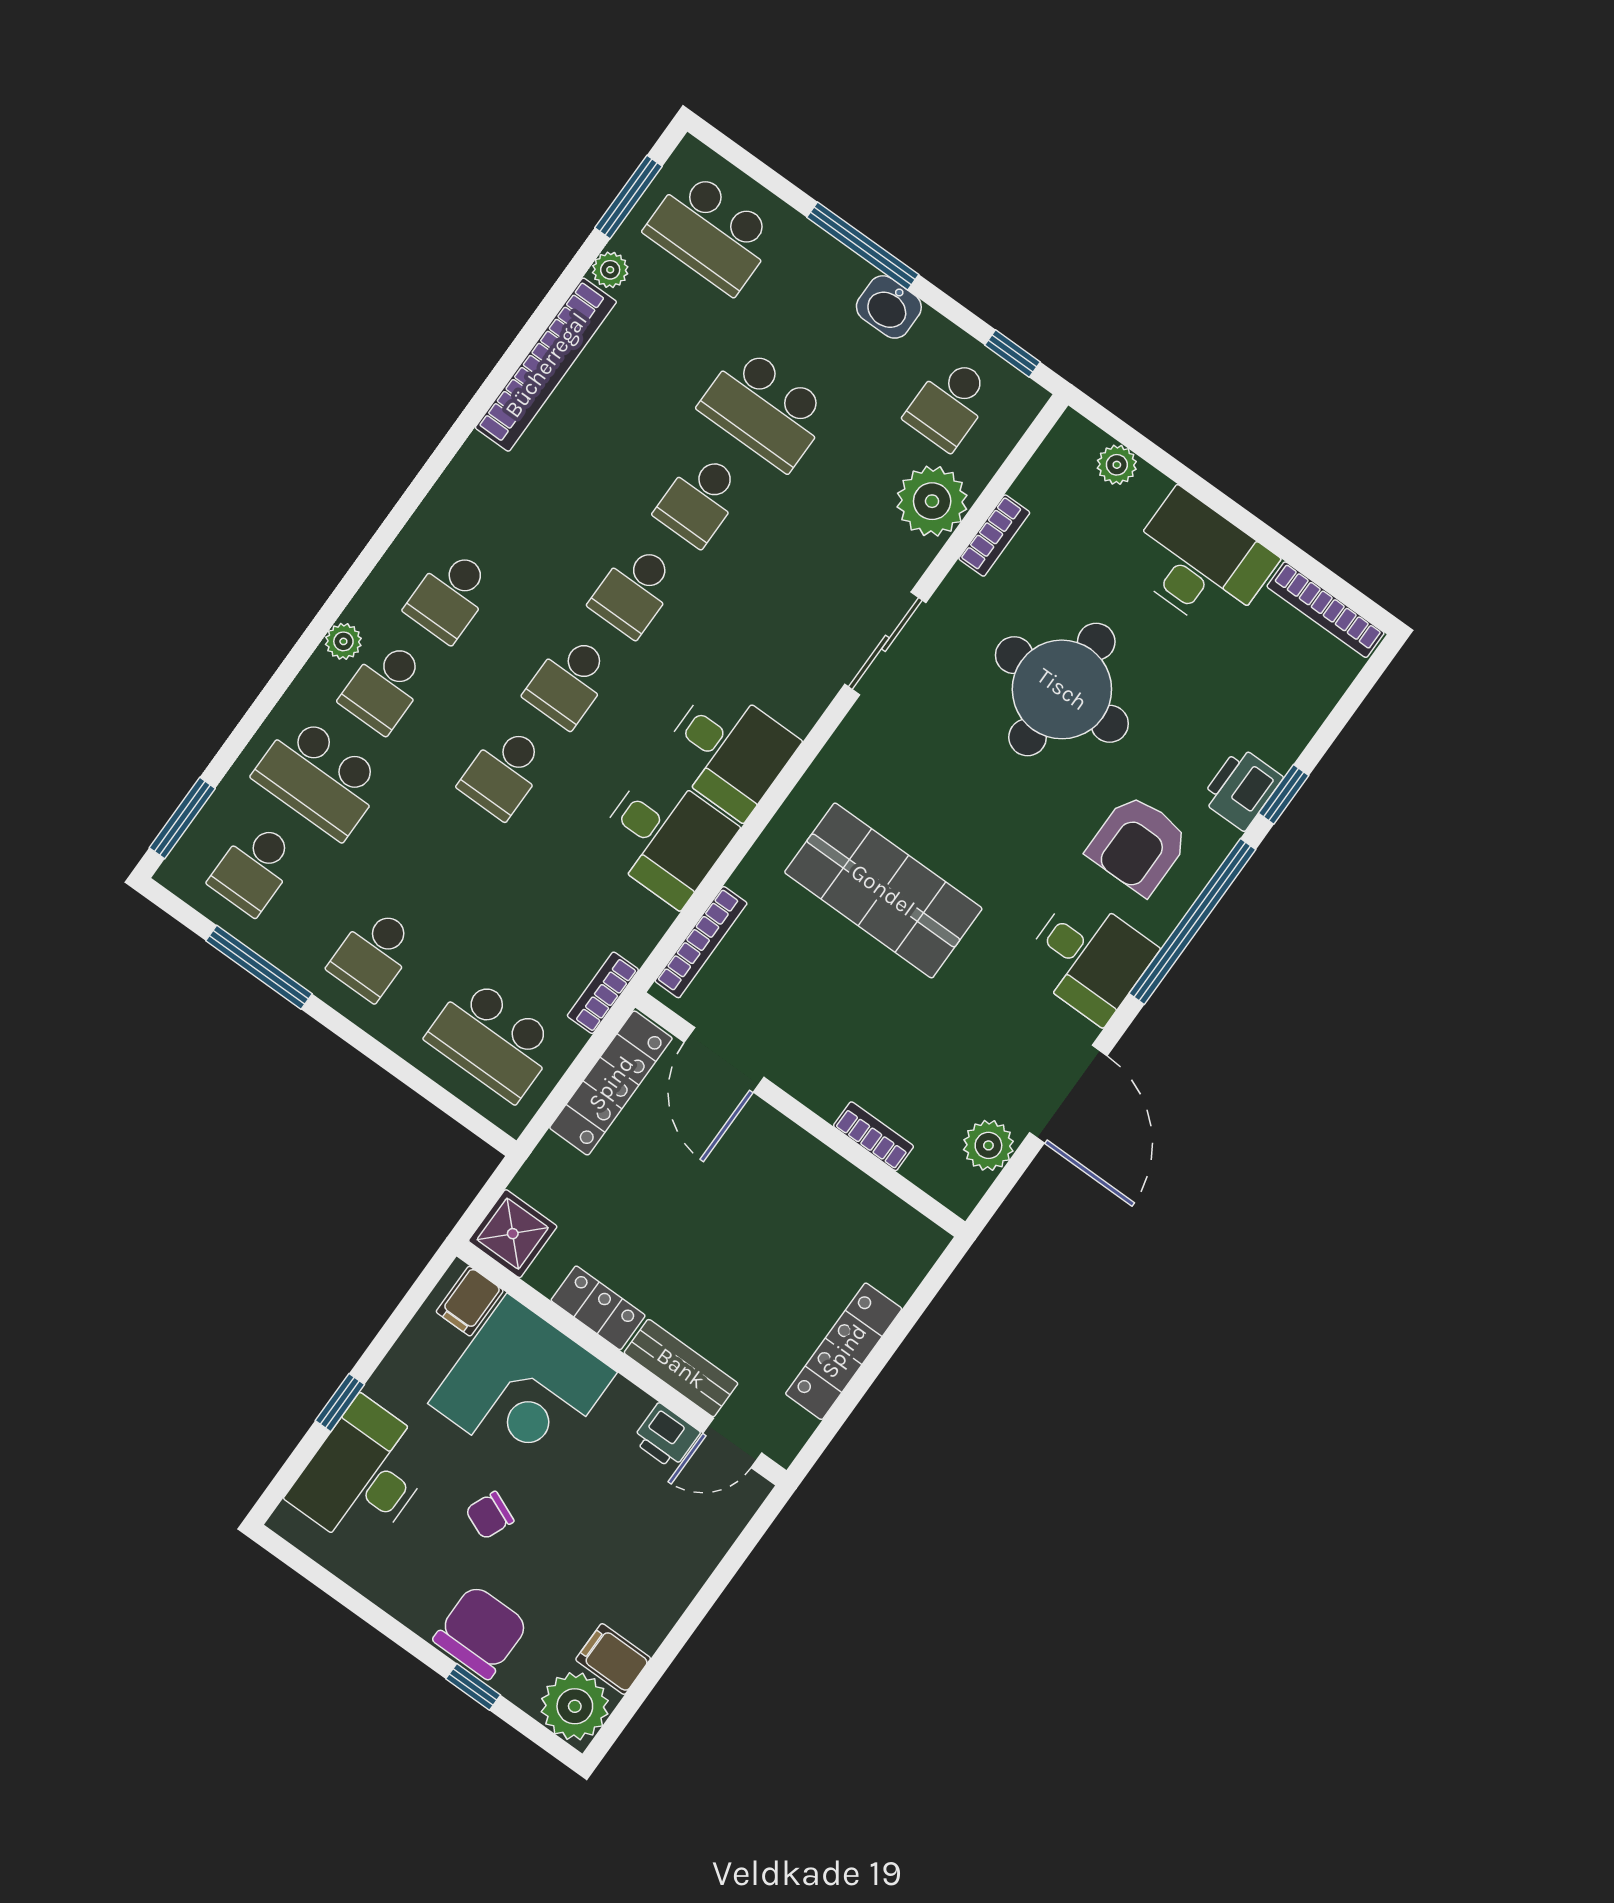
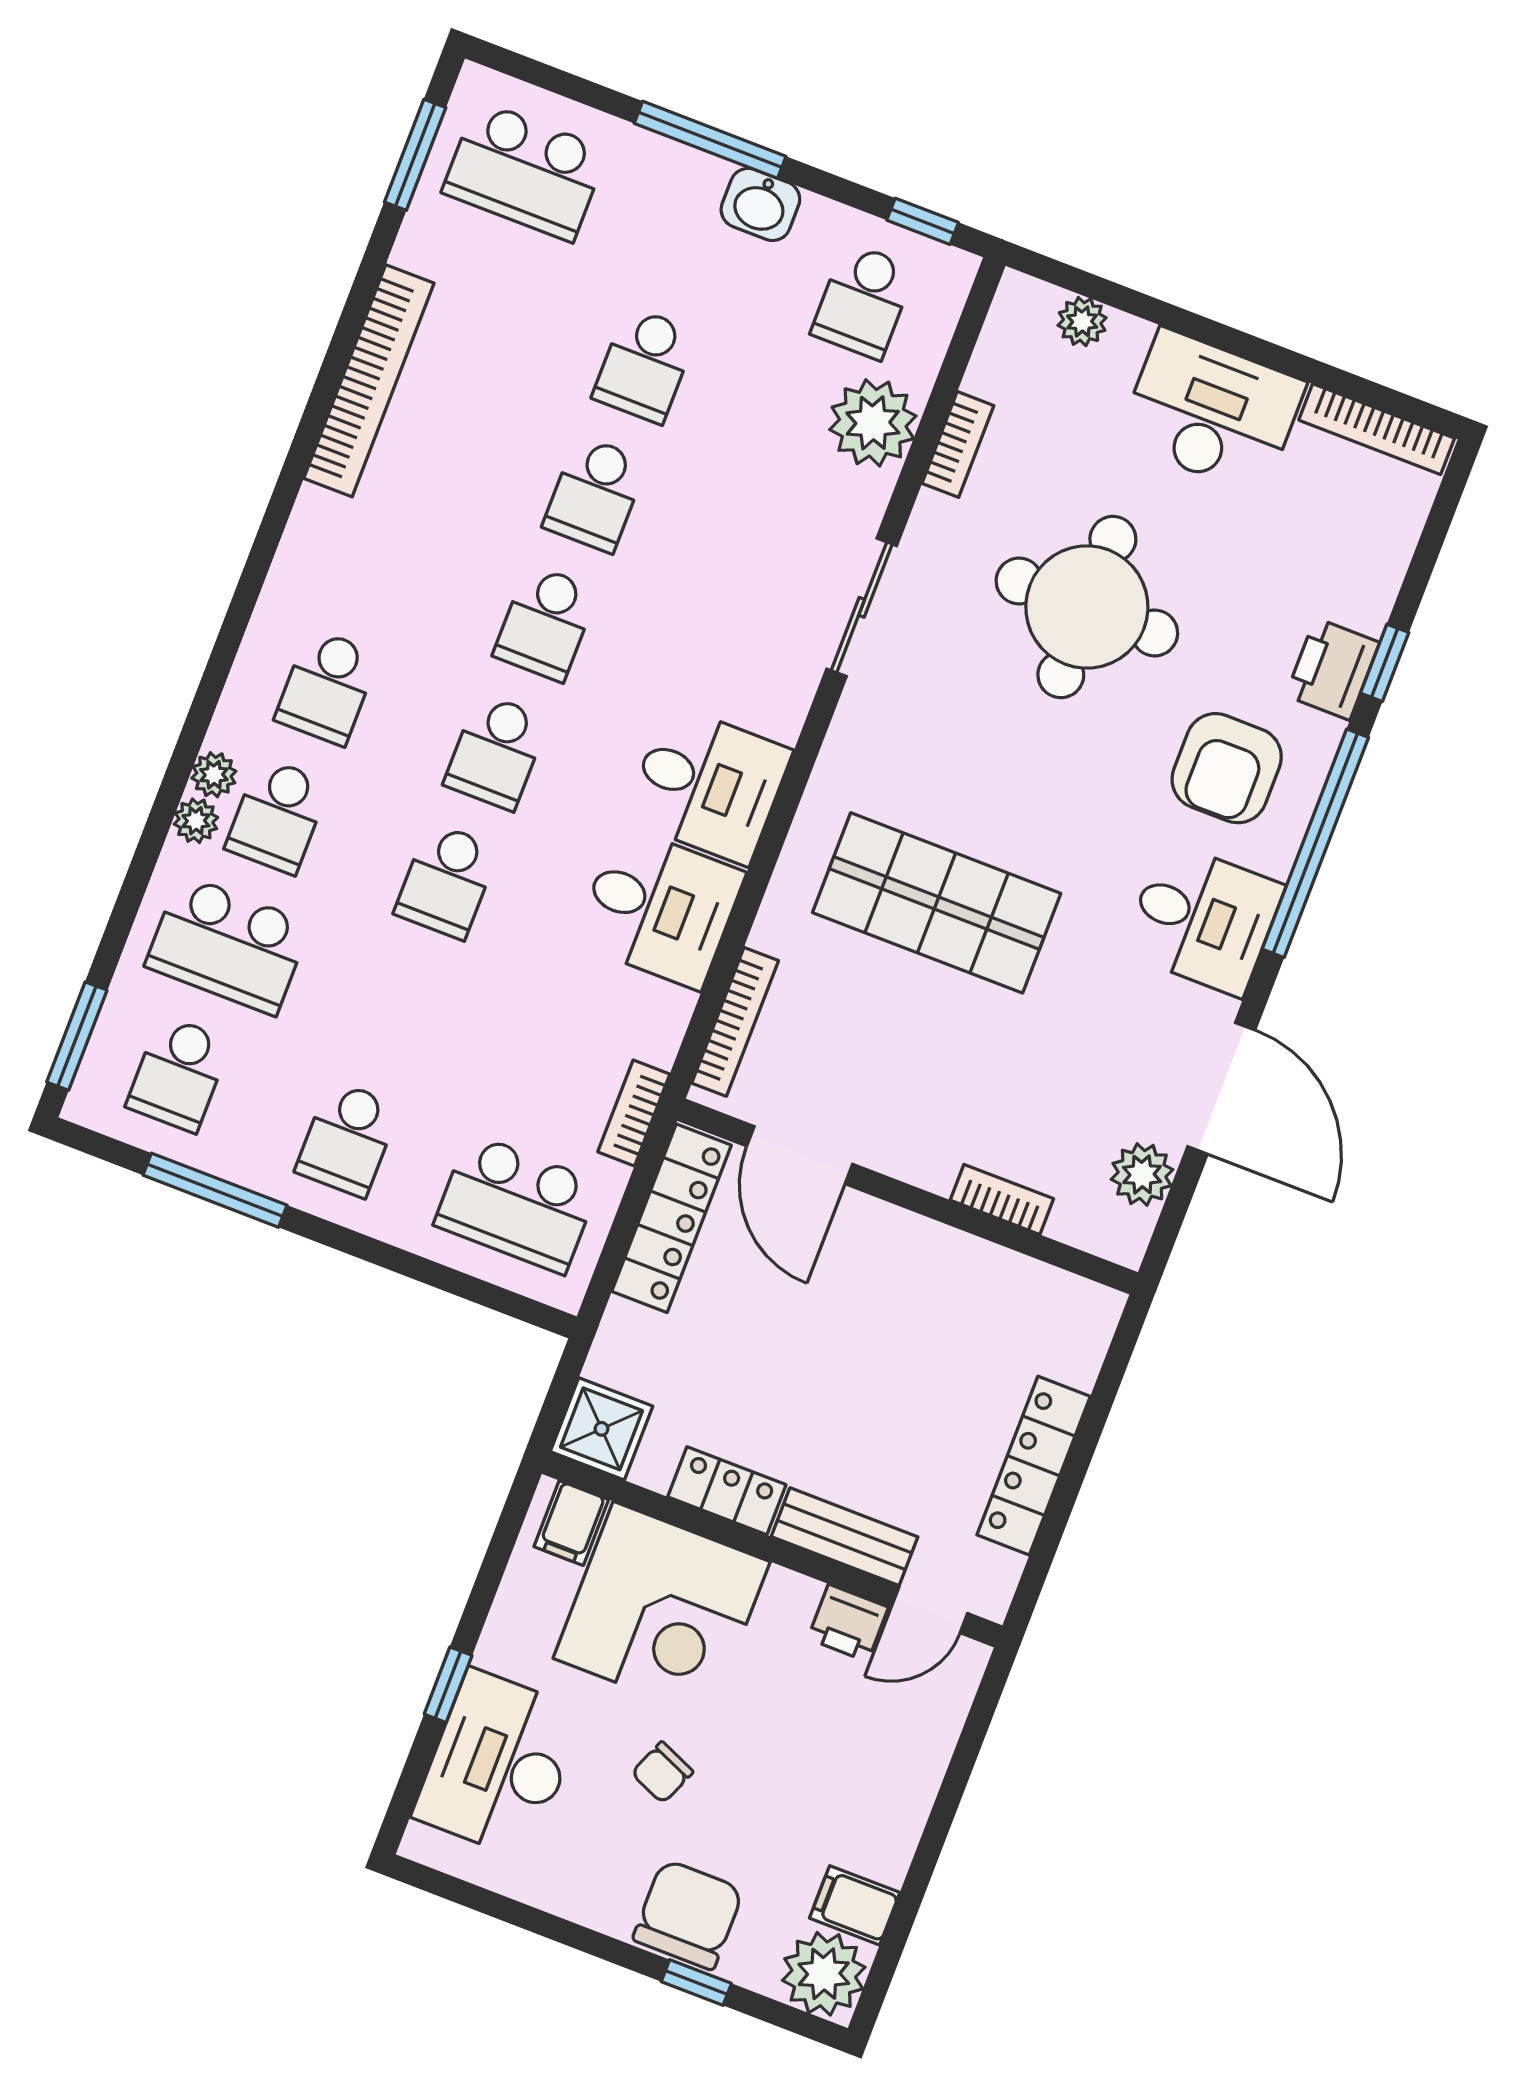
plant: (610, 270) -> (196, 821), moved
school desk: (765, 409) -> (645, 365), width x0.54

